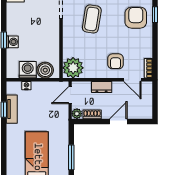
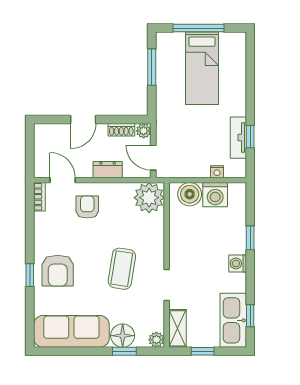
washing machine: (12, 42) -> (238, 263), moved
door: (70, 95) -> (153, 158), swing flipped

